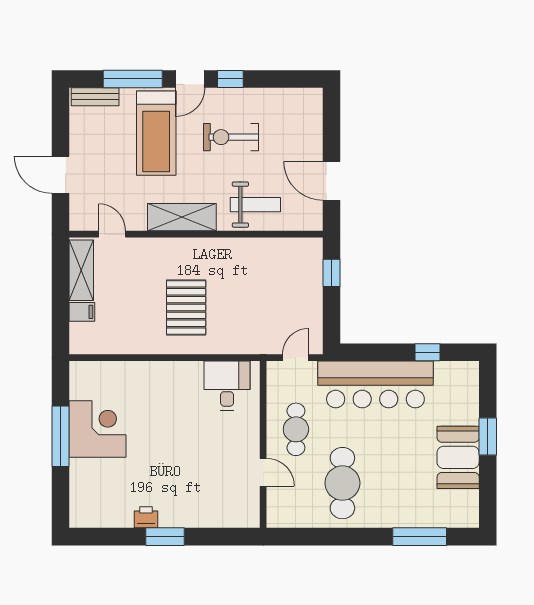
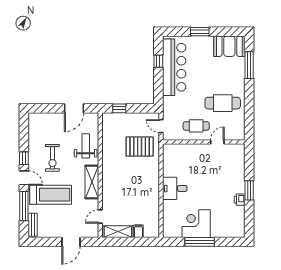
pallet: (186, 308) -> (140, 147), moved
bar counter: (375, 384) -> (174, 67), moved
desk: (227, 386) -> (175, 188), moved
booth: (458, 457) -> (229, 46), moved

